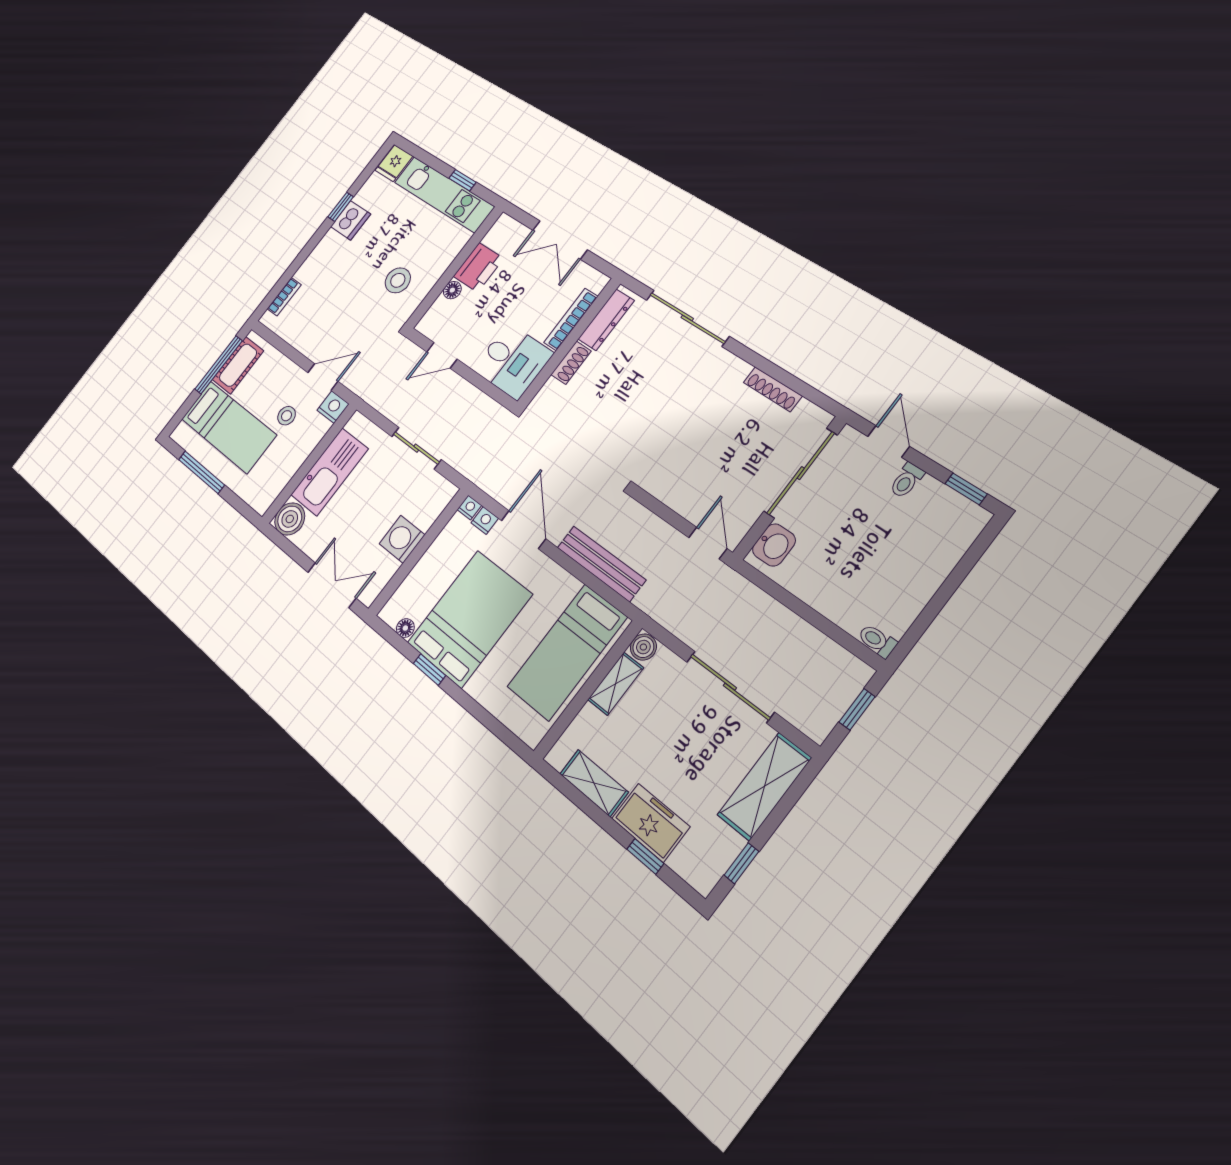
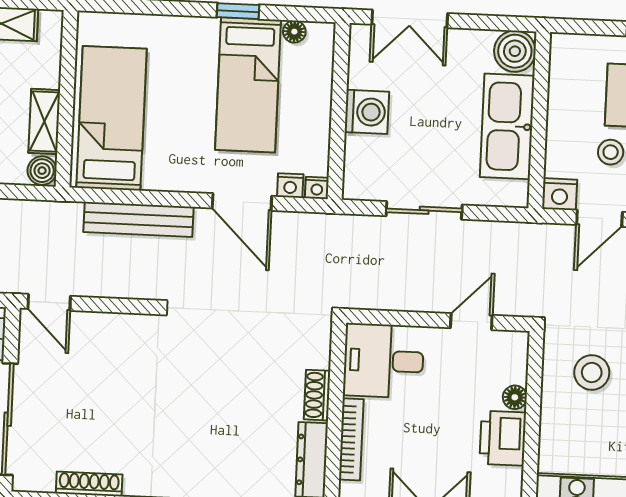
bed: (470, 619) -> (248, 85), width x0.67

